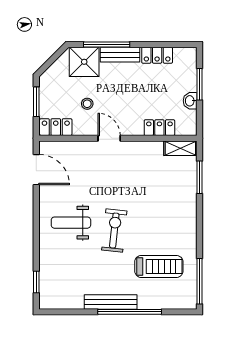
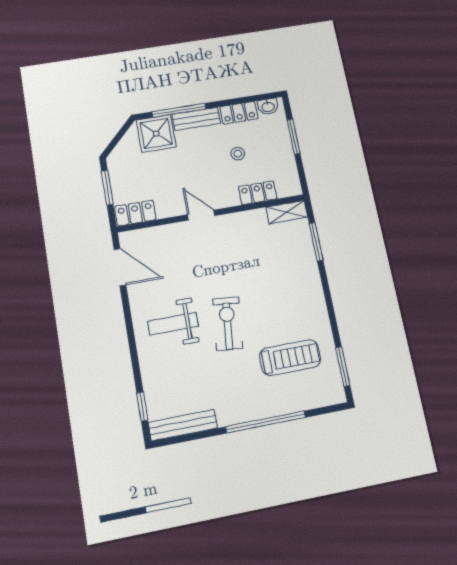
washbasin: (190, 101) -> (268, 107), moved, turned -90
stool: (87, 104) -> (238, 154), moved
window: (199, 281) -> (343, 367), width x0.69
bench: (111, 302) -> (183, 425), moved

